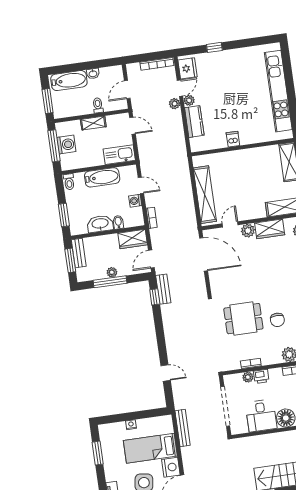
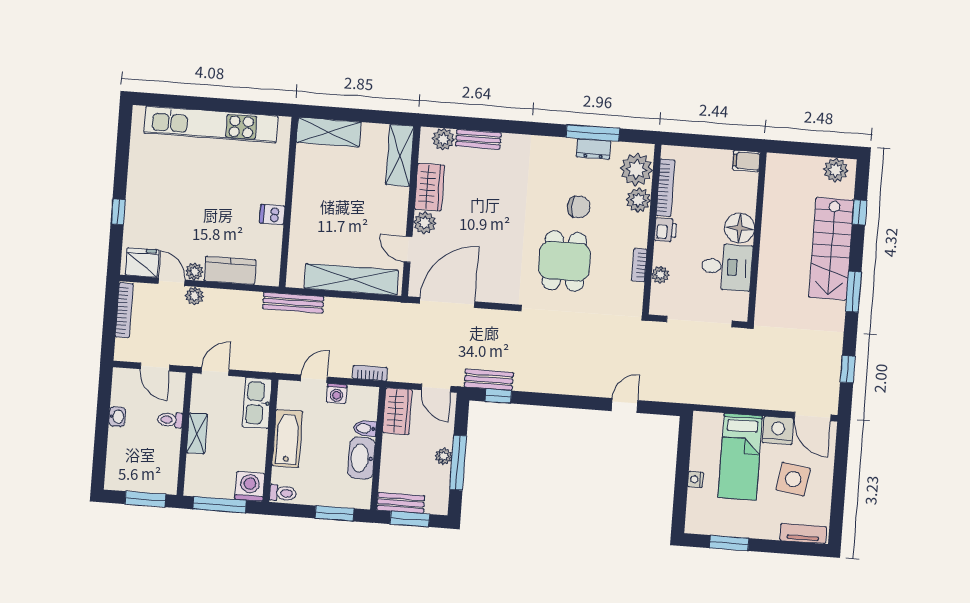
bathtub: (69, 81) -> (120, 458), removed
washing machine: (66, 145) -> (250, 486), moved
printer: (261, 376) -> (665, 230), moved
bench: (183, 428) -> (293, 303), moved

